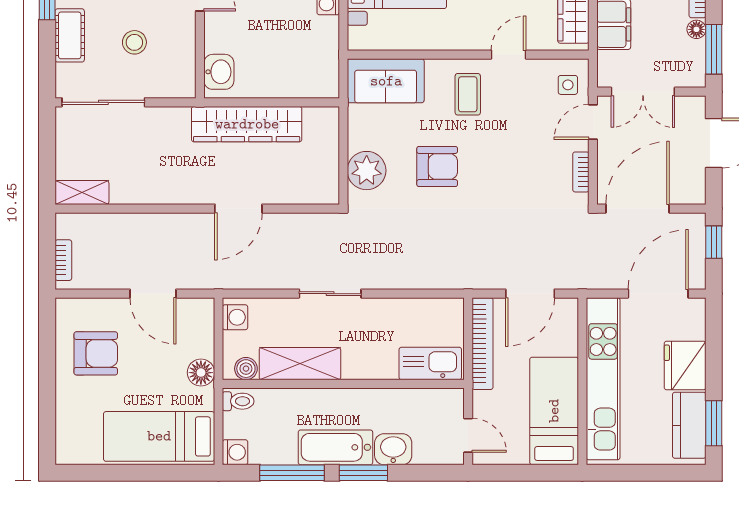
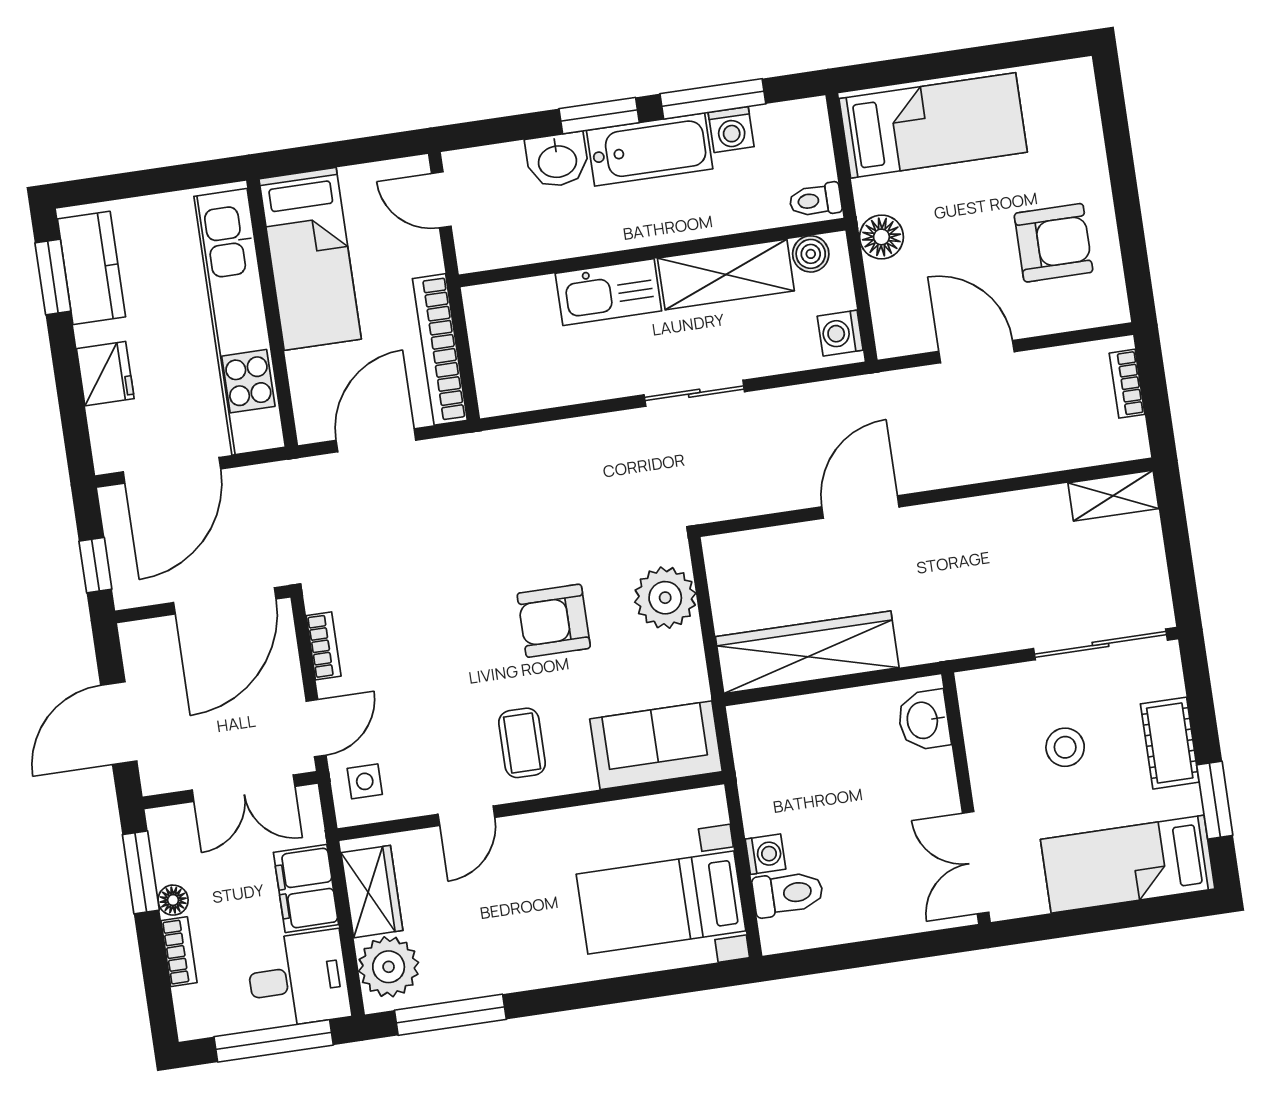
double door: (643, 92) -> (244, 788), swing flipped
wardrobe: (247, 124) -> (807, 652), moved
armchair: (96, 353) -> (1054, 243), turned 180
kitchen sink: (430, 363) -> (608, 292), moved
fridge: (685, 366) -> (105, 374), width x0.73, depth x0.75
washing machine: (235, 452) -> (731, 130), moved, turned -90

